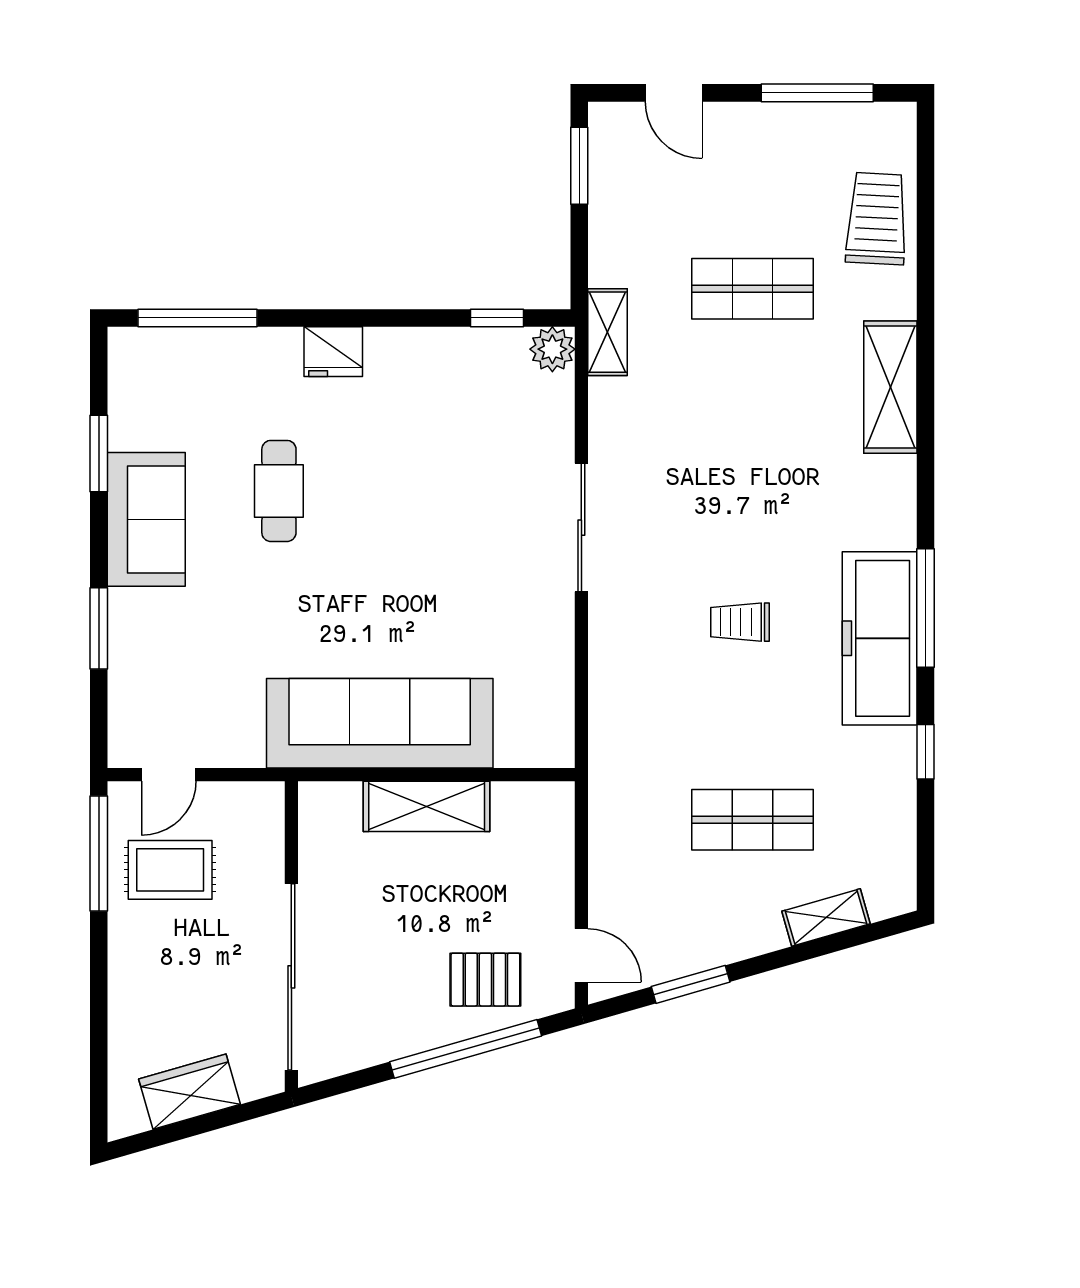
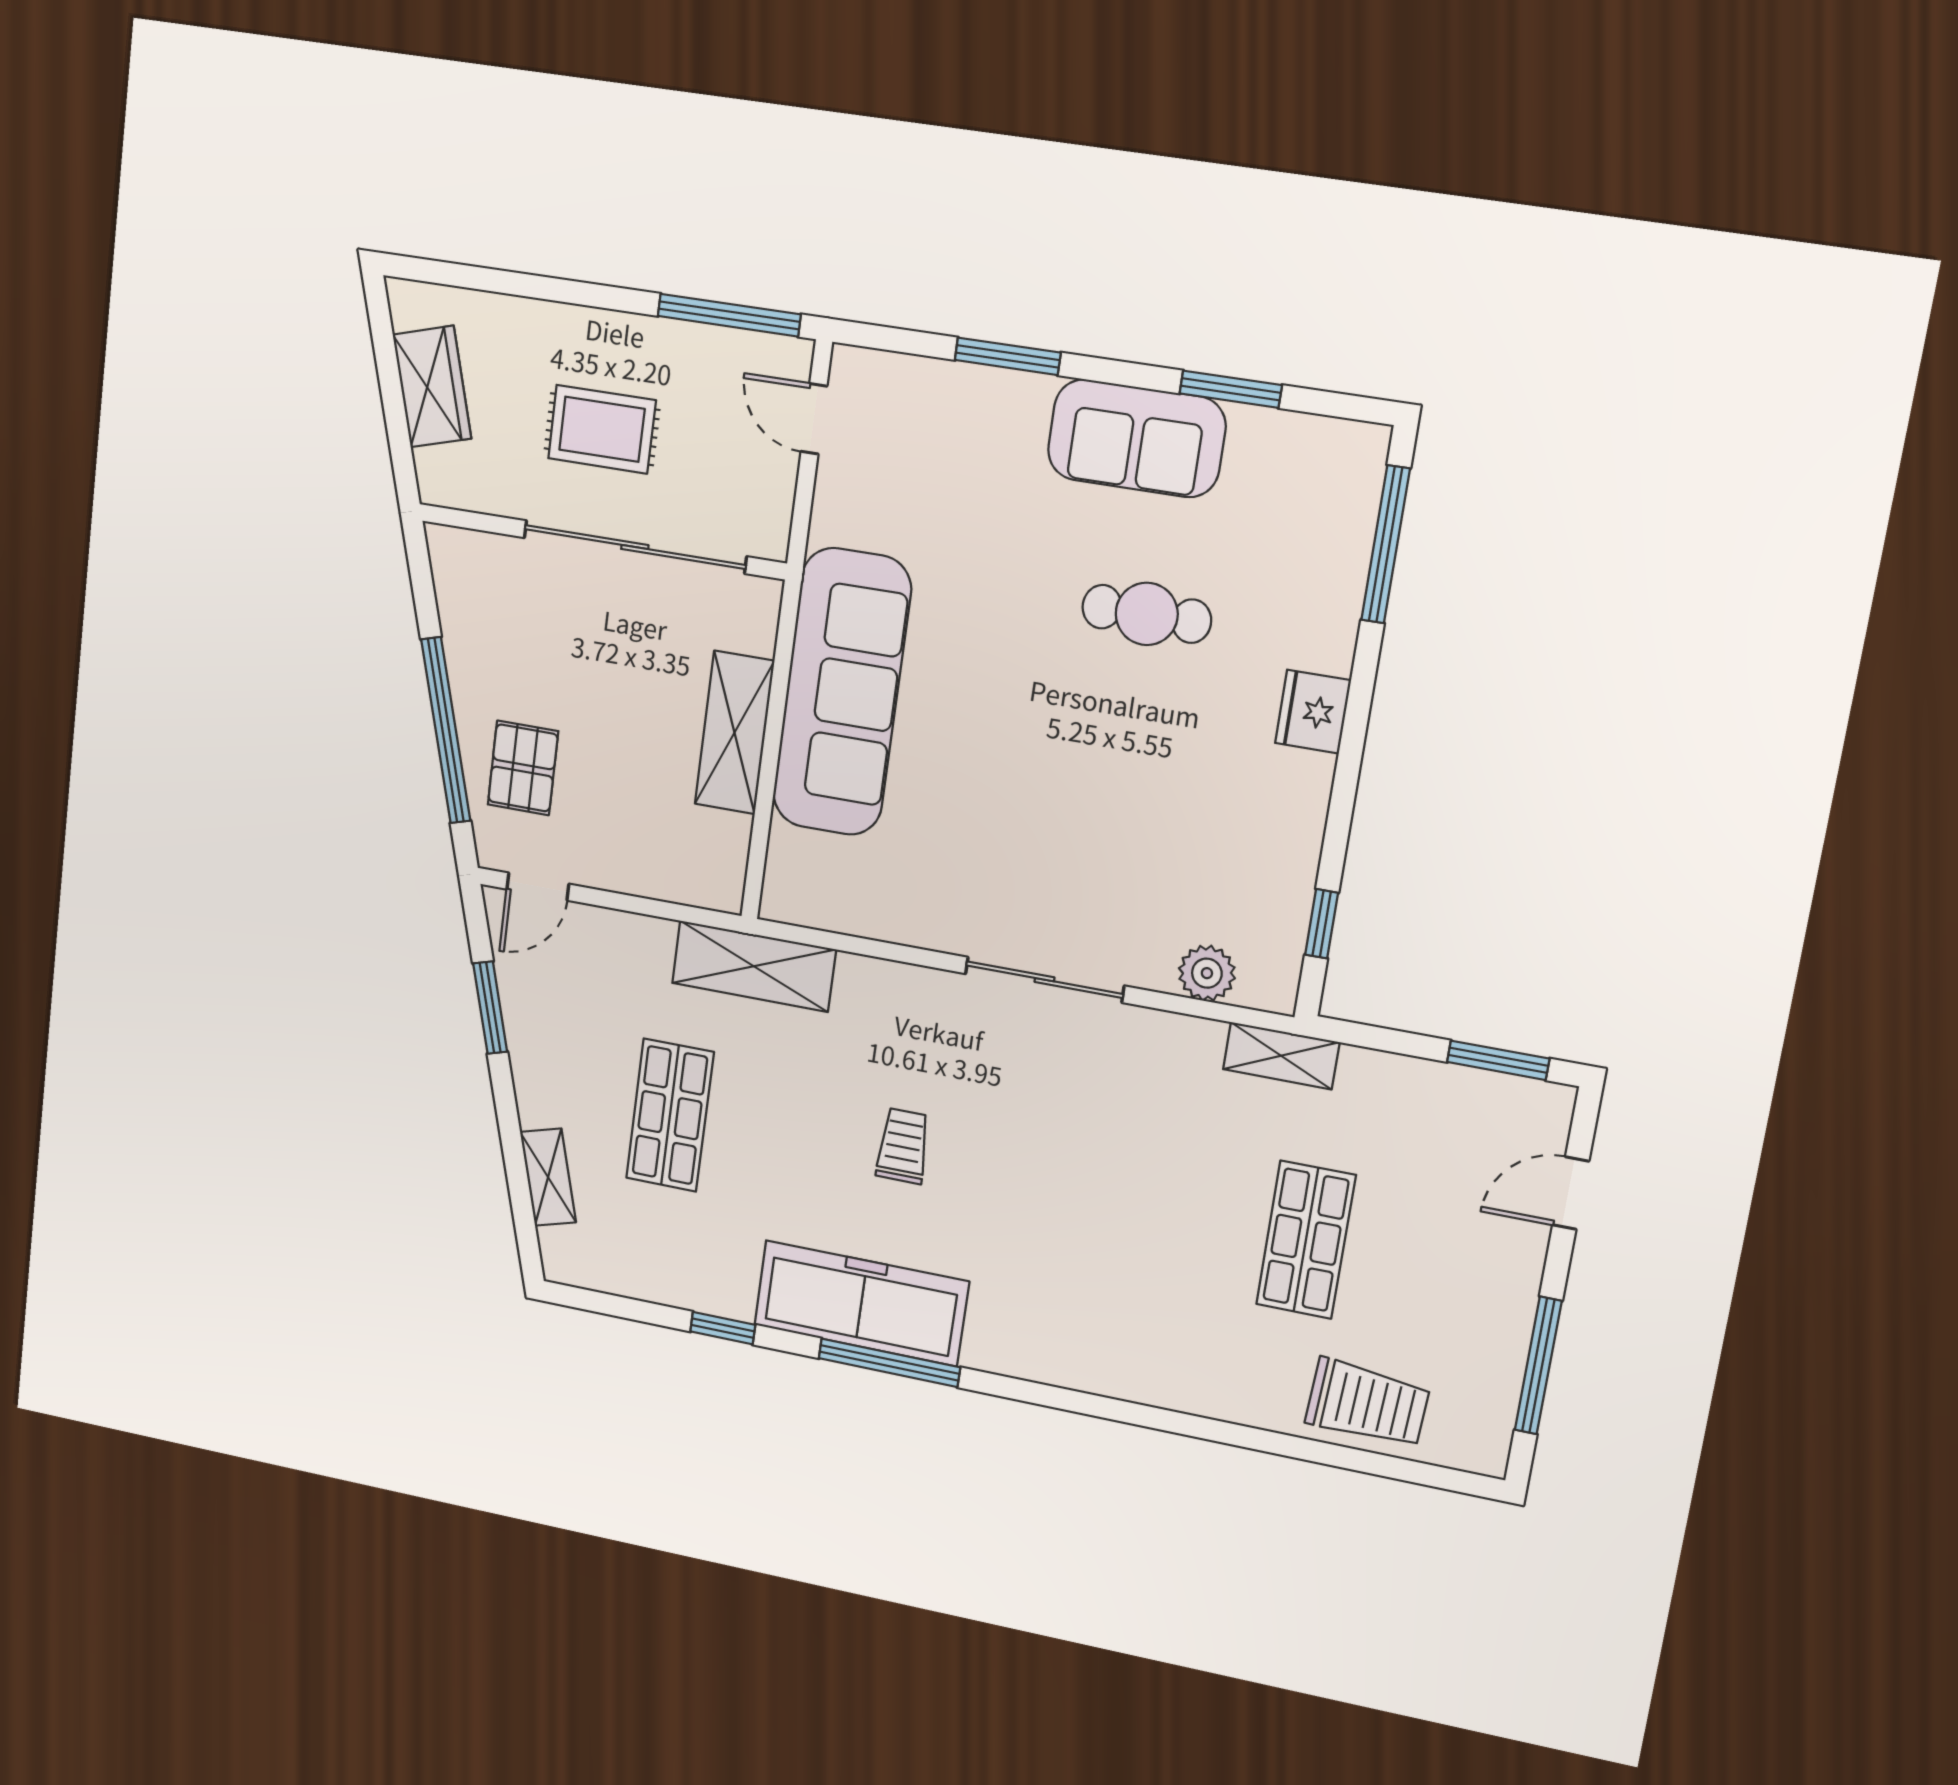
plant: (552, 349) -> (1207, 973), moved
shelving: (890, 387) -> (754, 966), moved
rug: (170, 870) -> (602, 429), moved, turned 90
sliding door: (291, 977) -> (635, 547), moved

